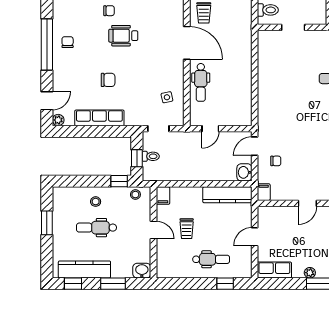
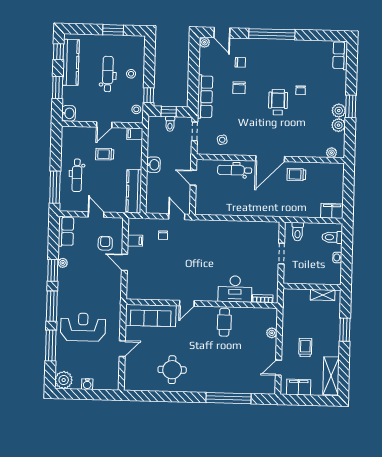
chair: (68, 42) -> (240, 62), moved
row of seats: (99, 118) -> (205, 97), moved
washbasin: (244, 172) -> (153, 165), moved, turned 90
filing cabinet: (264, 192) -> (135, 241), moved
armchair: (287, 226) -> (105, 243), added
window: (225, 284) -> (55, 187), width x2.17

